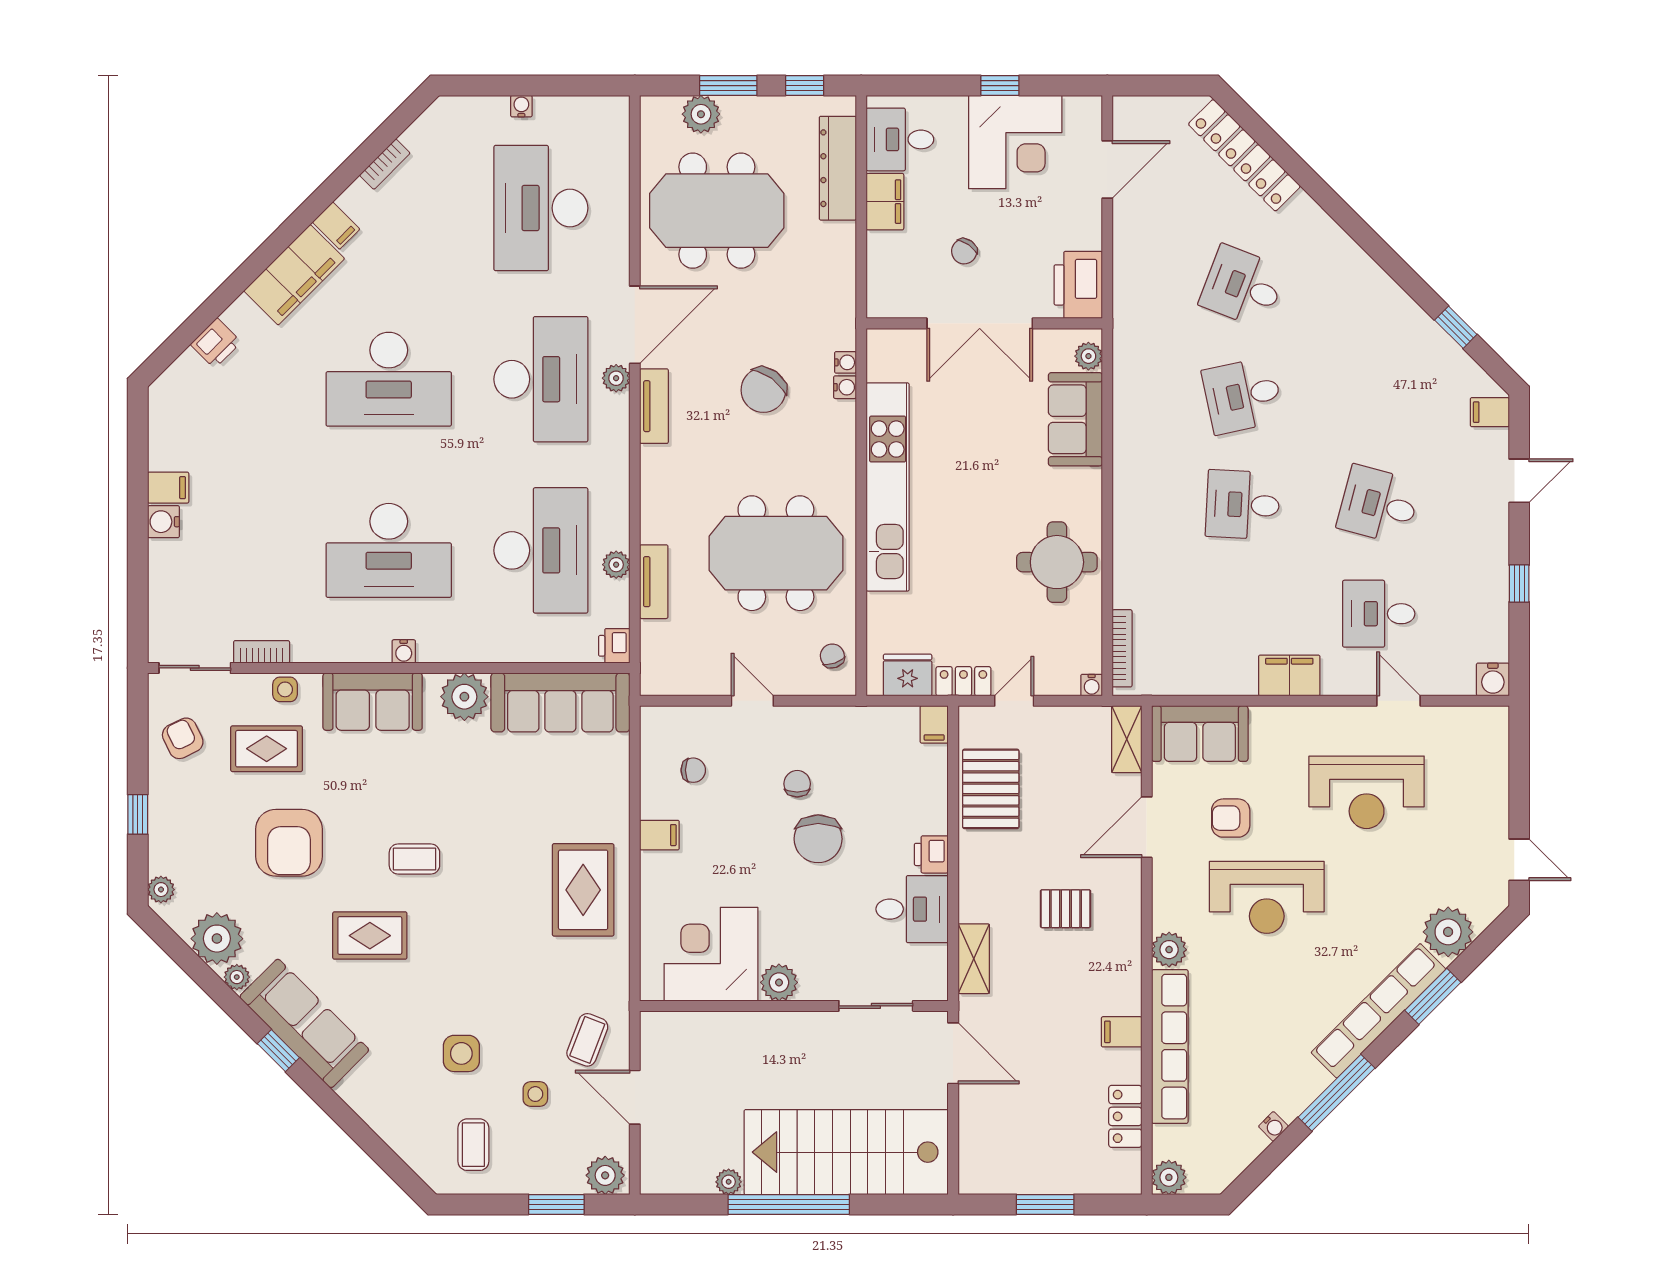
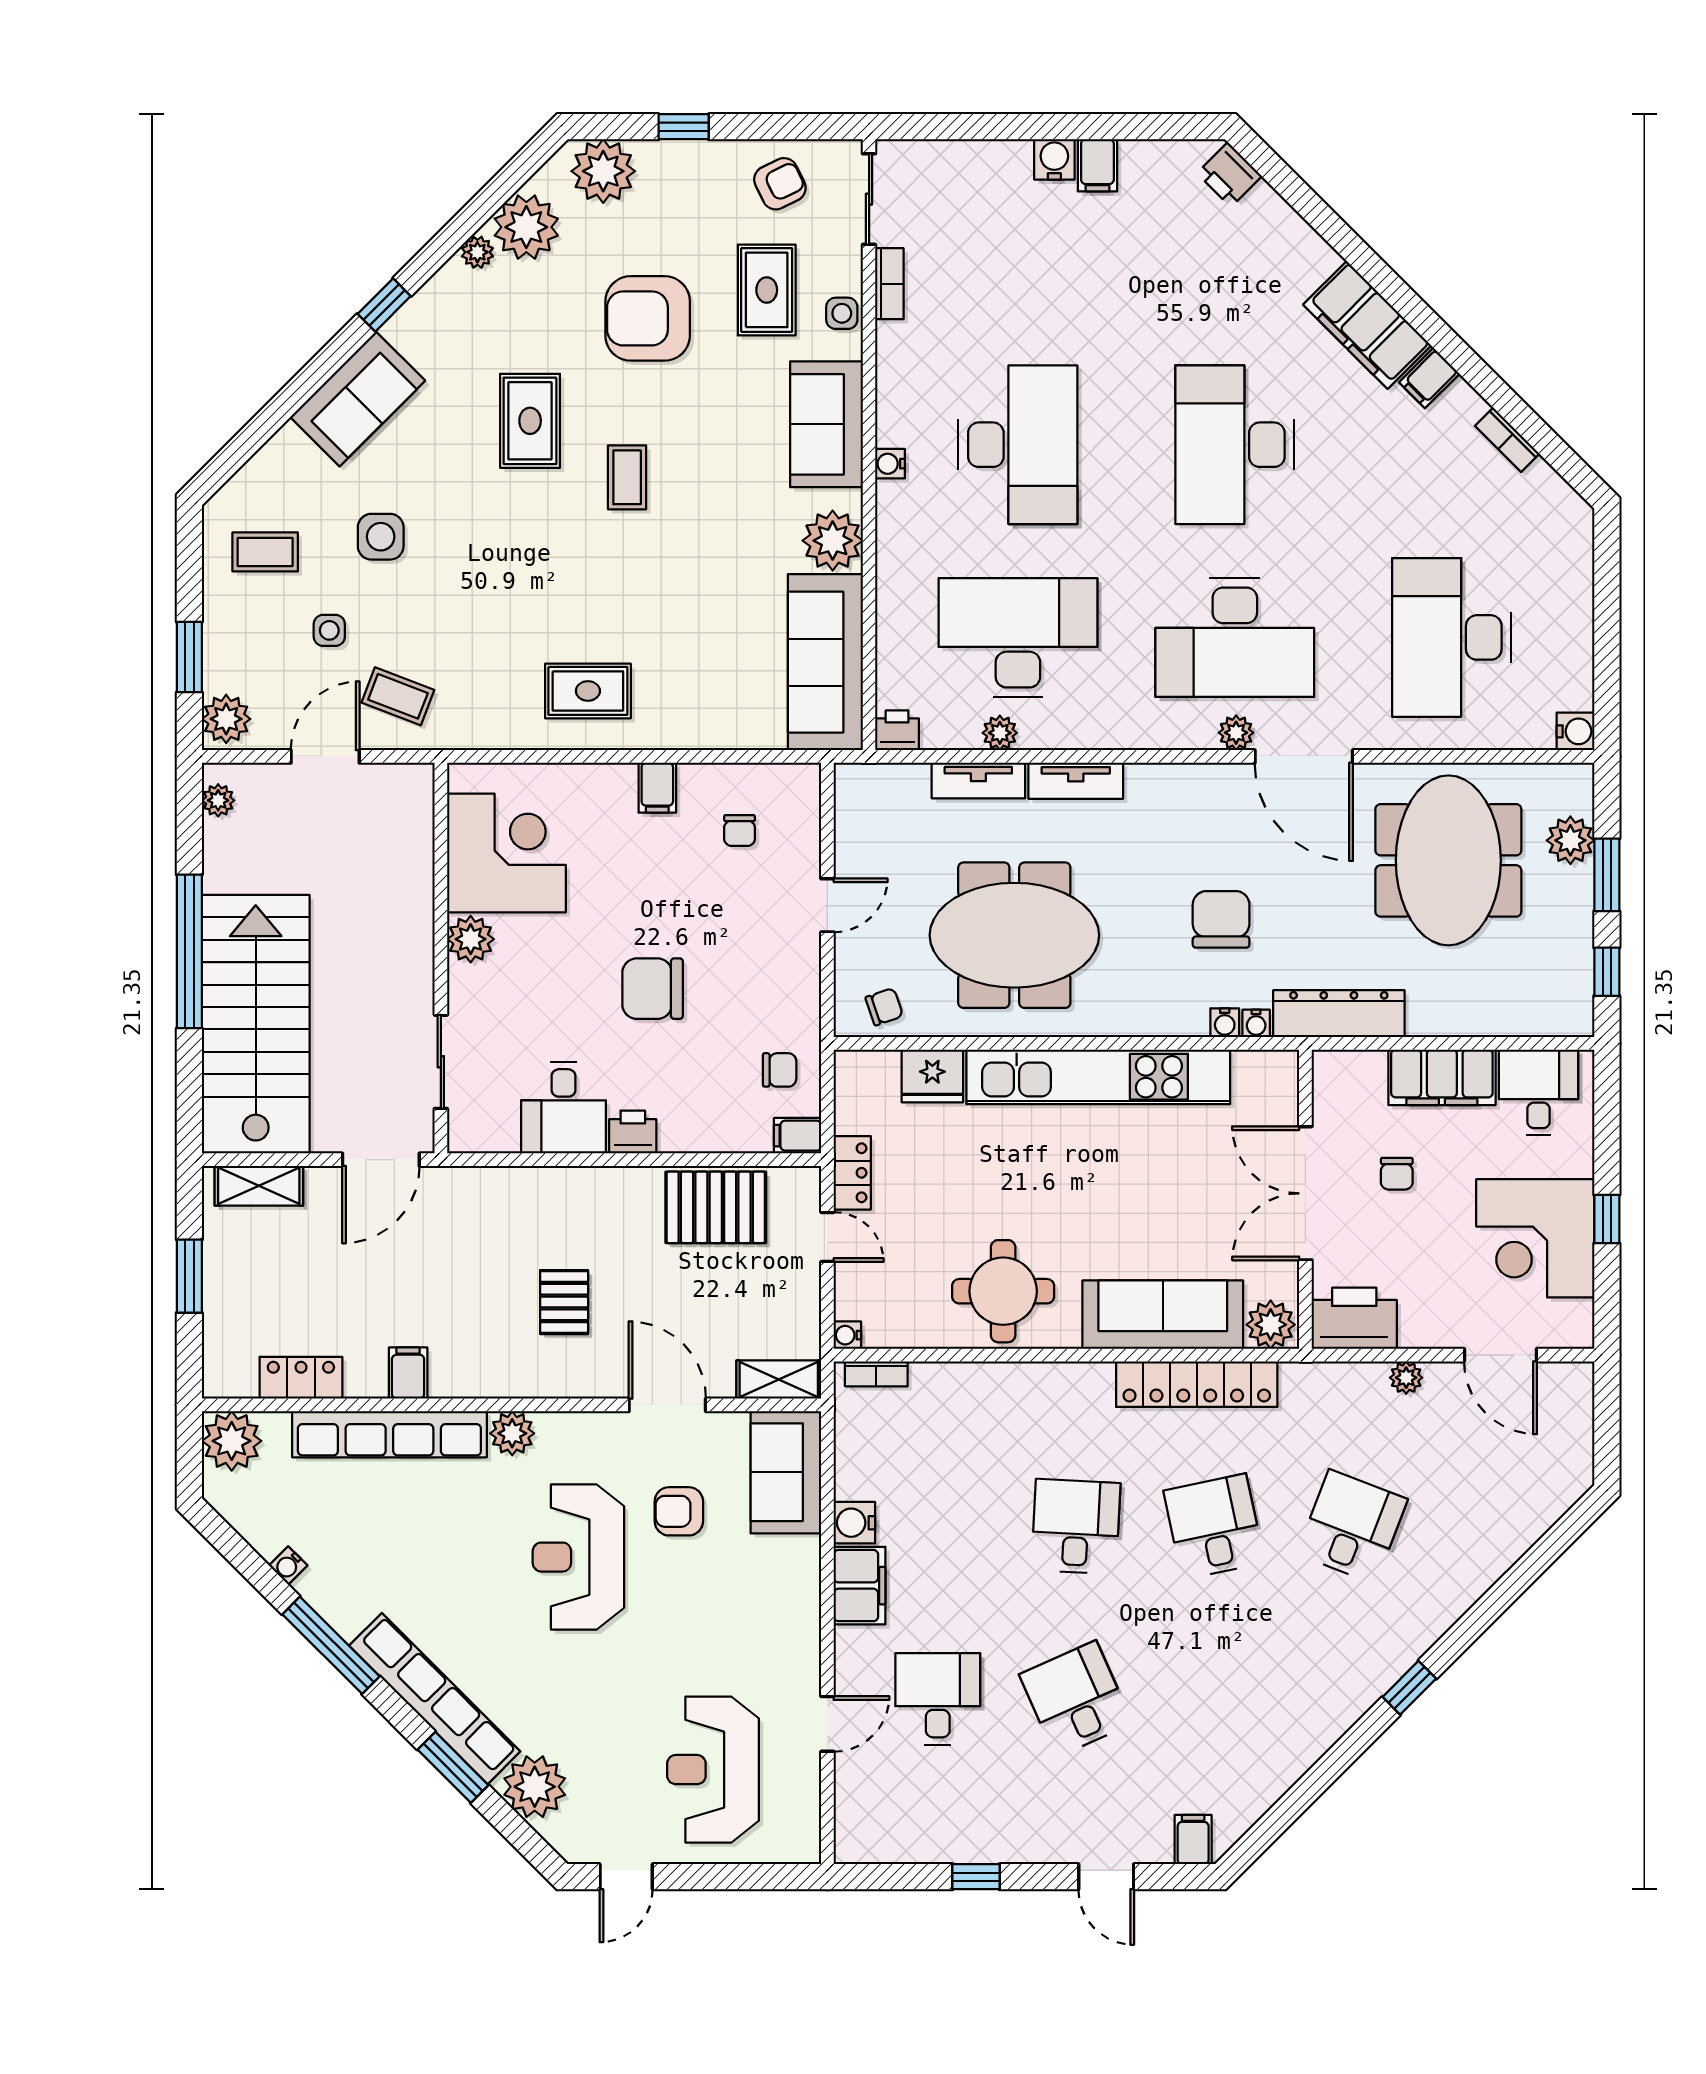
water cooler: (521, 106) -> (1576, 731), moved, width x1.38, depth x1.38
locker: (1244, 155) -> (1197, 1384), moved, turned -135
dresser: (838, 168) -> (1339, 1014), moved
filing cabinet: (885, 202) -> (1442, 1077), width x1.50, depth x1.17
desk: (541, 208) -> (1452, 637), turned -90
plant: (1125, 244) -> (1406, 1378), added
chair: (964, 251) -> (1397, 1174), turned -125
window: (1456, 327) -> (1409, 1688), moved
printer: (216, 343) -> (1229, 175), moved
plant: (1088, 356) -> (1271, 1325), width x1.38, depth x1.38
chair: (763, 390) -> (1221, 919), turned 54
tv unit: (654, 406) -> (1076, 781), moved
sofa: (1075, 419) -> (1163, 1315), width x1.36
desk: (1379, 505) -> (1076, 1699), turned -39
desk: (389, 550) -> (1018, 445), turned 180
desk: (541, 550) -> (1018, 637), turned 180
meeting table: (776, 553) -> (1014, 935), turned 90
bookcase: (1122, 648) -> (876, 1374), width x0.64
fridge: (908, 675) -> (932, 1076), moved, turned 90
water cooler: (1493, 679) -> (854, 1523), moved
chair: (797, 784) -> (780, 1070), moved
reception desk: (1367, 792) -> (713, 1770), moved
armchair: (1231, 818) -> (679, 1511), turned -90
plant: (161, 890) -> (603, 171), width x1.87, depth x1.87
rug: (583, 890) -> (588, 691), width x0.73, depth x0.70
shelving: (974, 959) -> (259, 1186), moved
sofa: (304, 1023) -> (358, 399), moved, width x0.73
plant: (1169, 1177) -> (232, 1441), width x1.36, depth x1.36
plant: (729, 1182) -> (218, 800), moved

